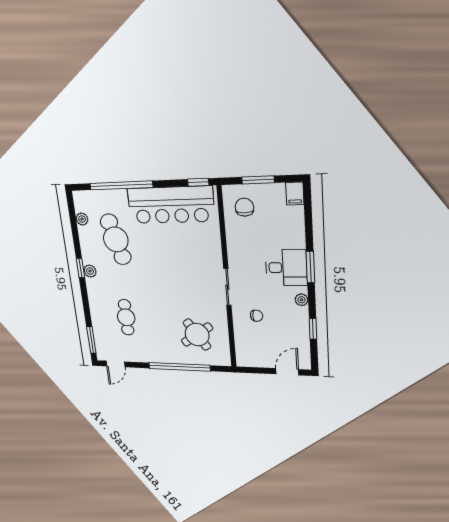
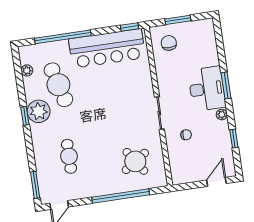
filing cabinet: (295, 194) -> (208, 27), removed
desk: (286, 268) -> (207, 89), width x1.37
plant: (90, 271) -> (39, 111), width x1.88, depth x1.88

